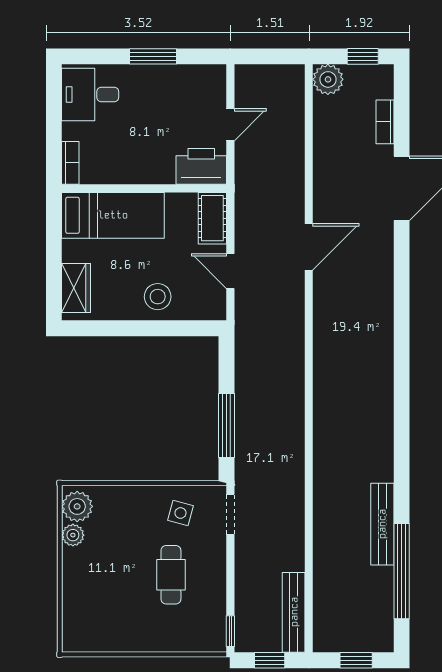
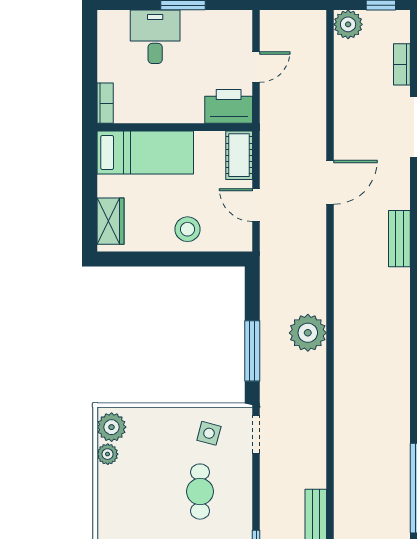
desk: (90, 95) -> (155, 37), moved, turned 90
plant: (285, 406) -> (308, 333), added
bench: (382, 524) -> (399, 239), moved, width x0.73

